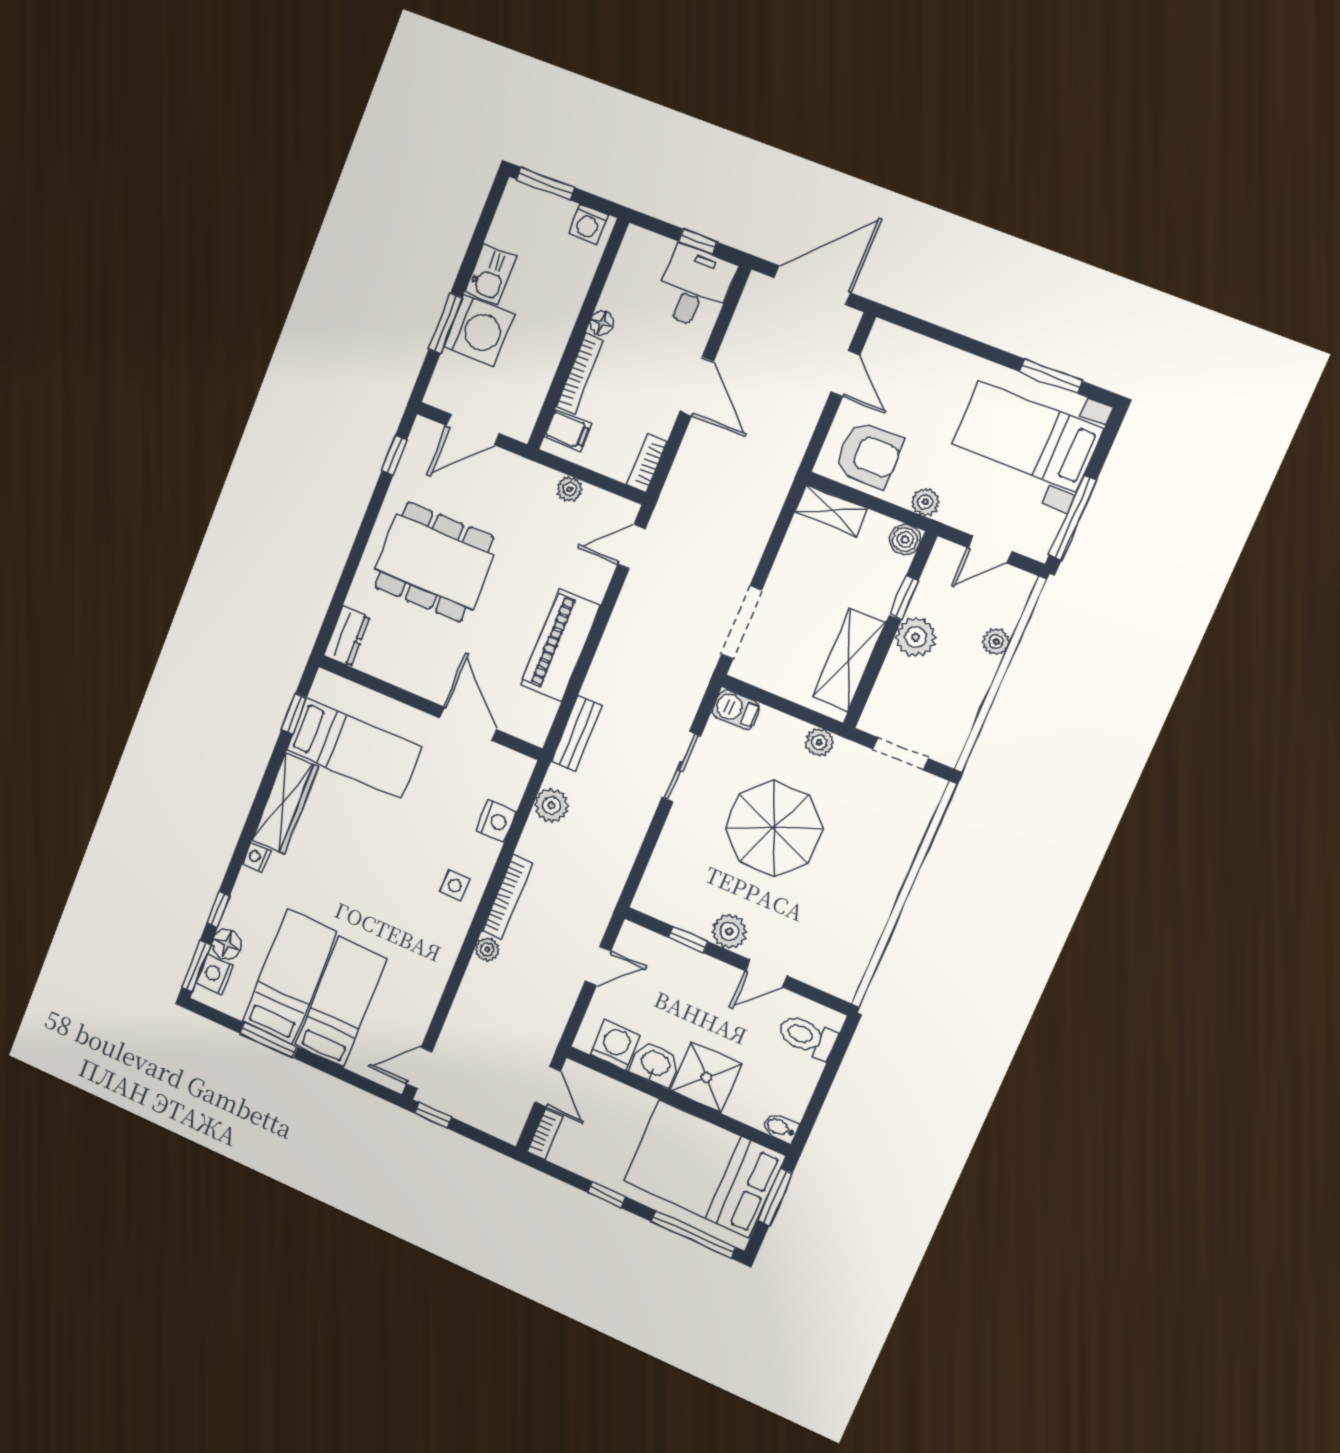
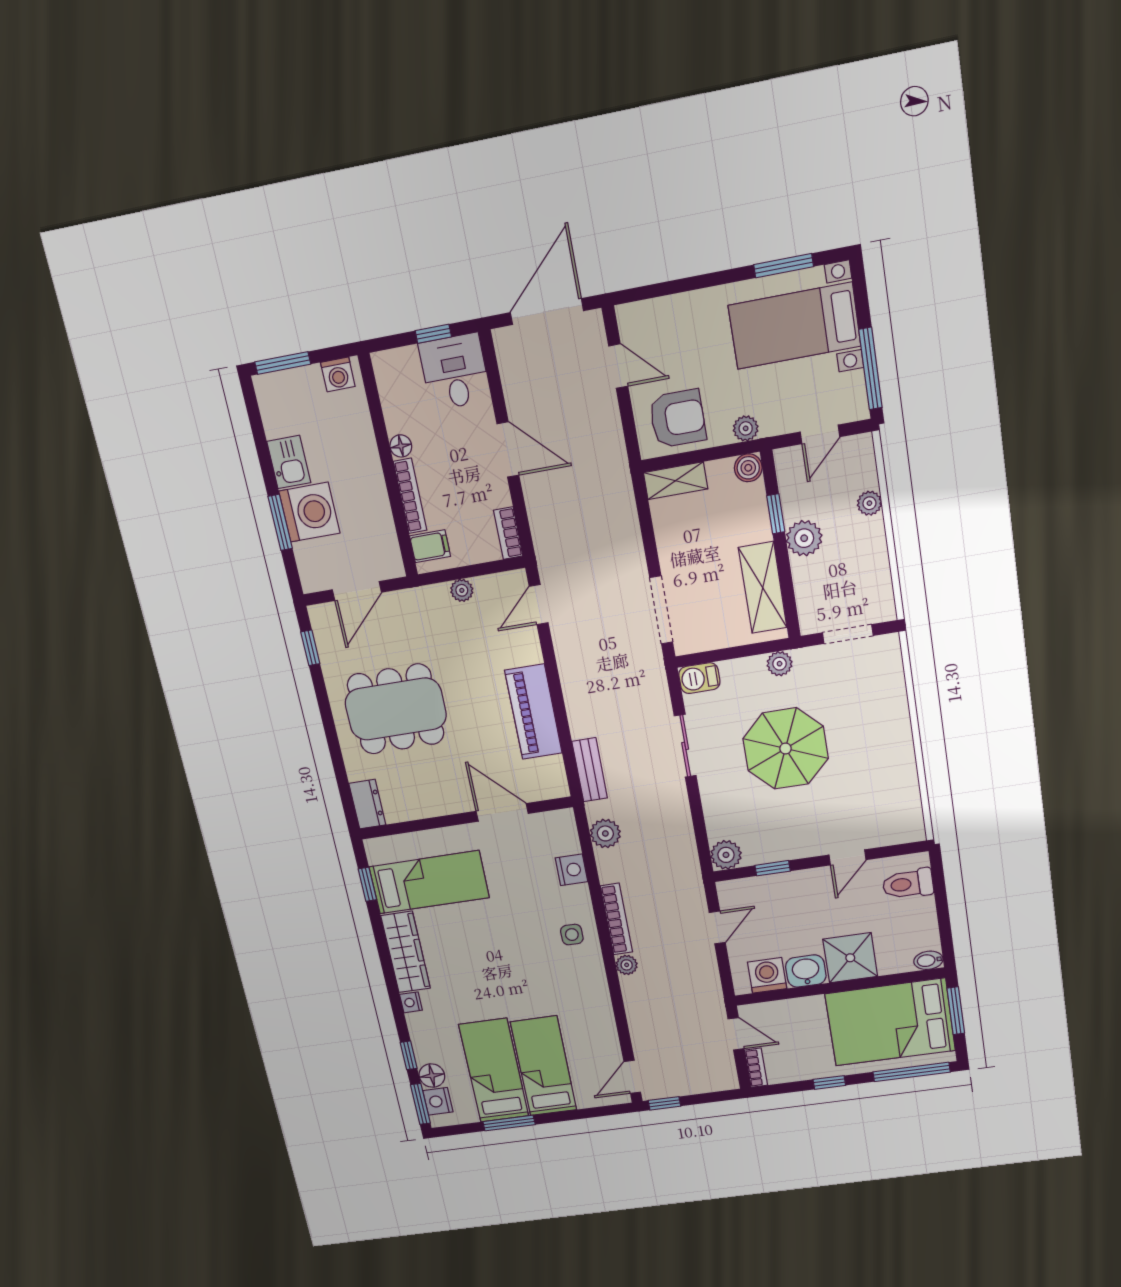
plant: (729, 932) -> (726, 855), moved

